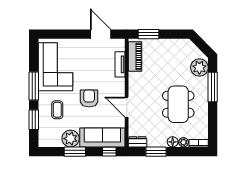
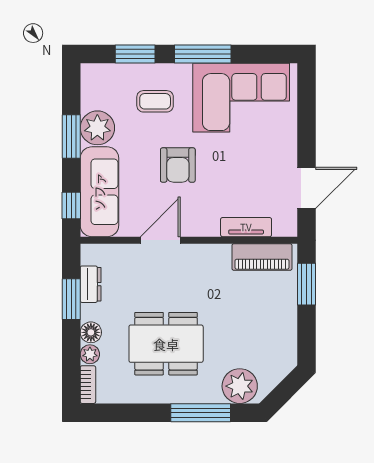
armchair: (89, 98) -> (178, 165), turned 90
dresser: (137, 142) -> (91, 284), moved

